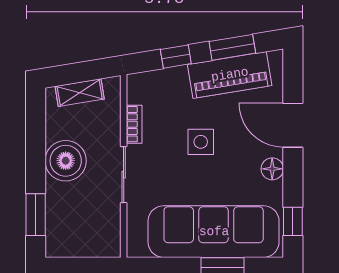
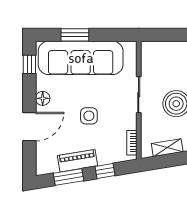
piano: (230, 75) -> (77, 161), width x0.73, depth x0.75
bookcase: (134, 124) -> (132, 143), moved
door: (293, 125) -> (29, 127), hinge flipped

